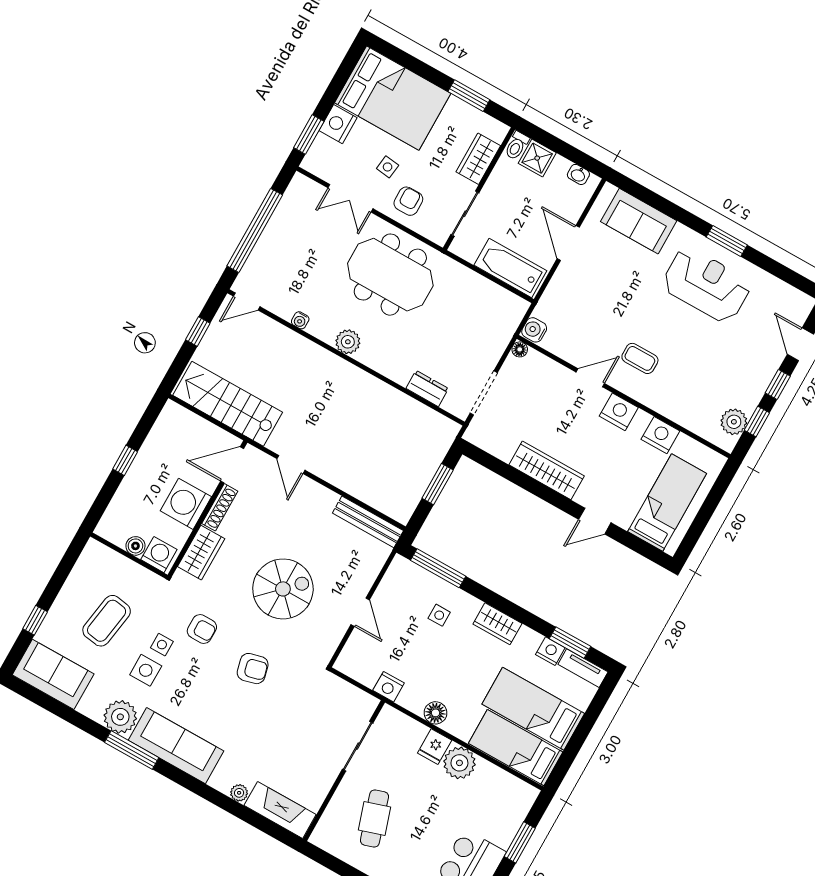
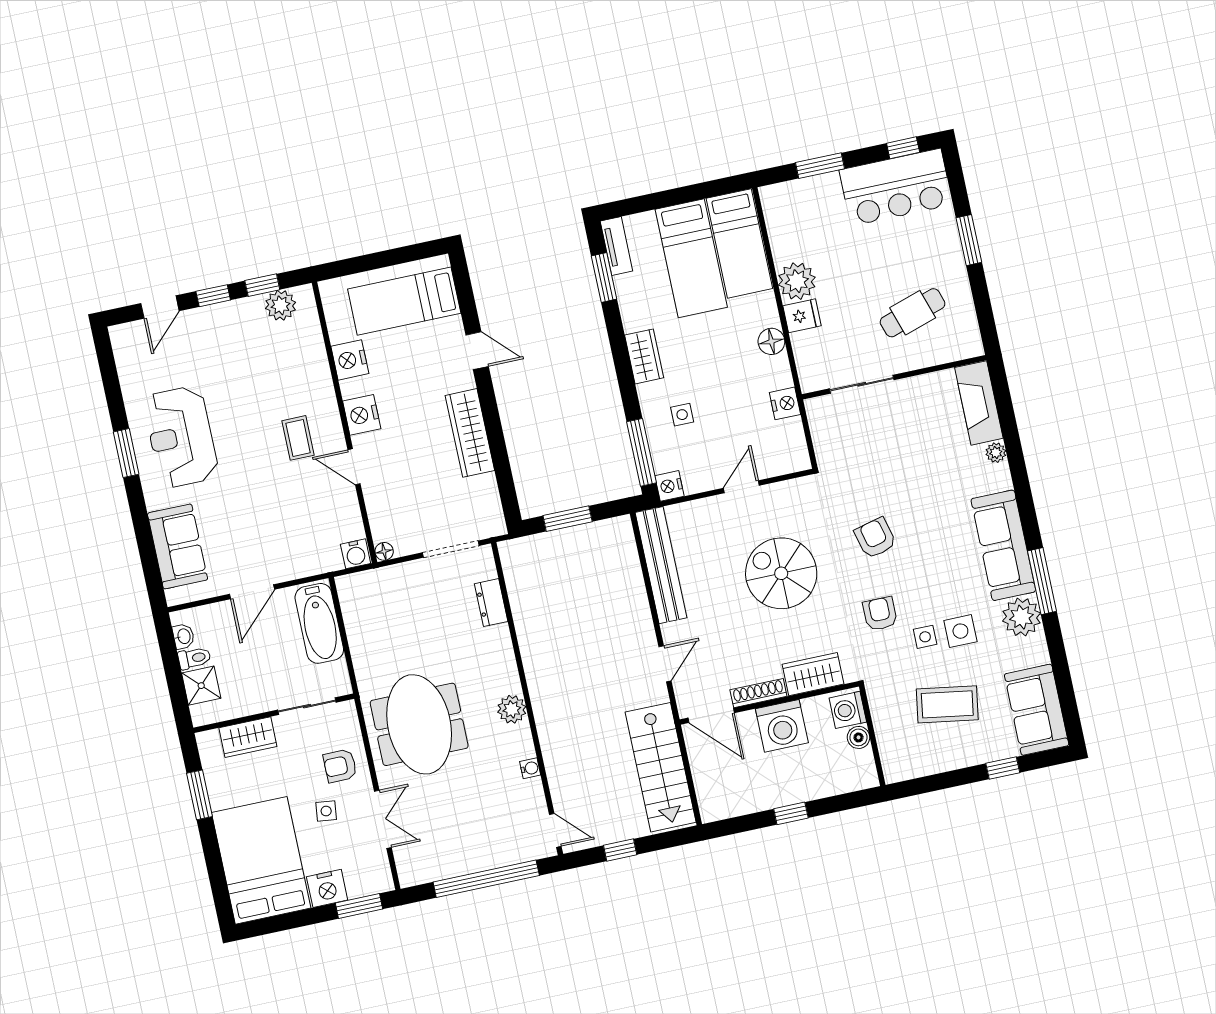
toilet: (517, 146) -> (194, 658), moved
bench: (368, 522) -> (661, 565), width x1.37, depth x1.21
nightstand: (550, 651) -> (669, 486), moved

